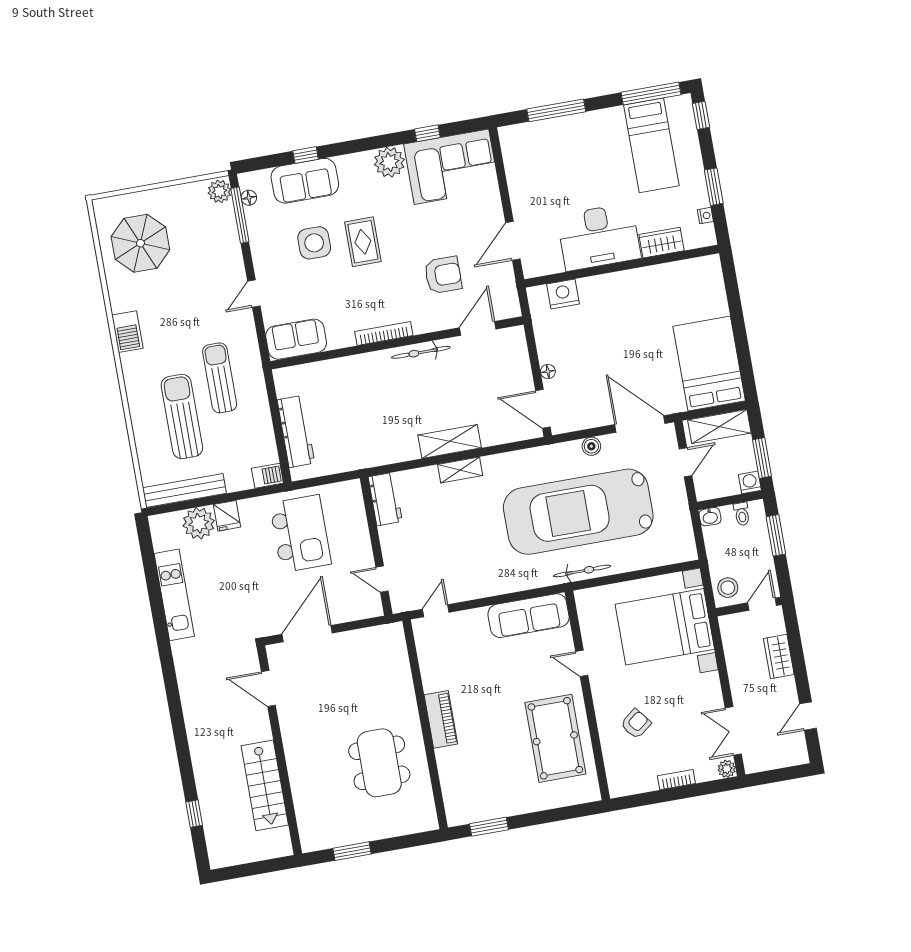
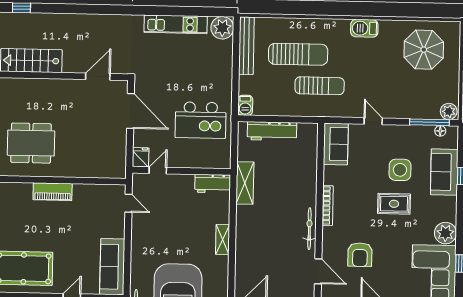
shelving: (450, 441) -> (245, 183), moved
fridge: (227, 516) -> (141, 157), moved, turned 90
plant: (199, 523) -> (222, 28), moved

